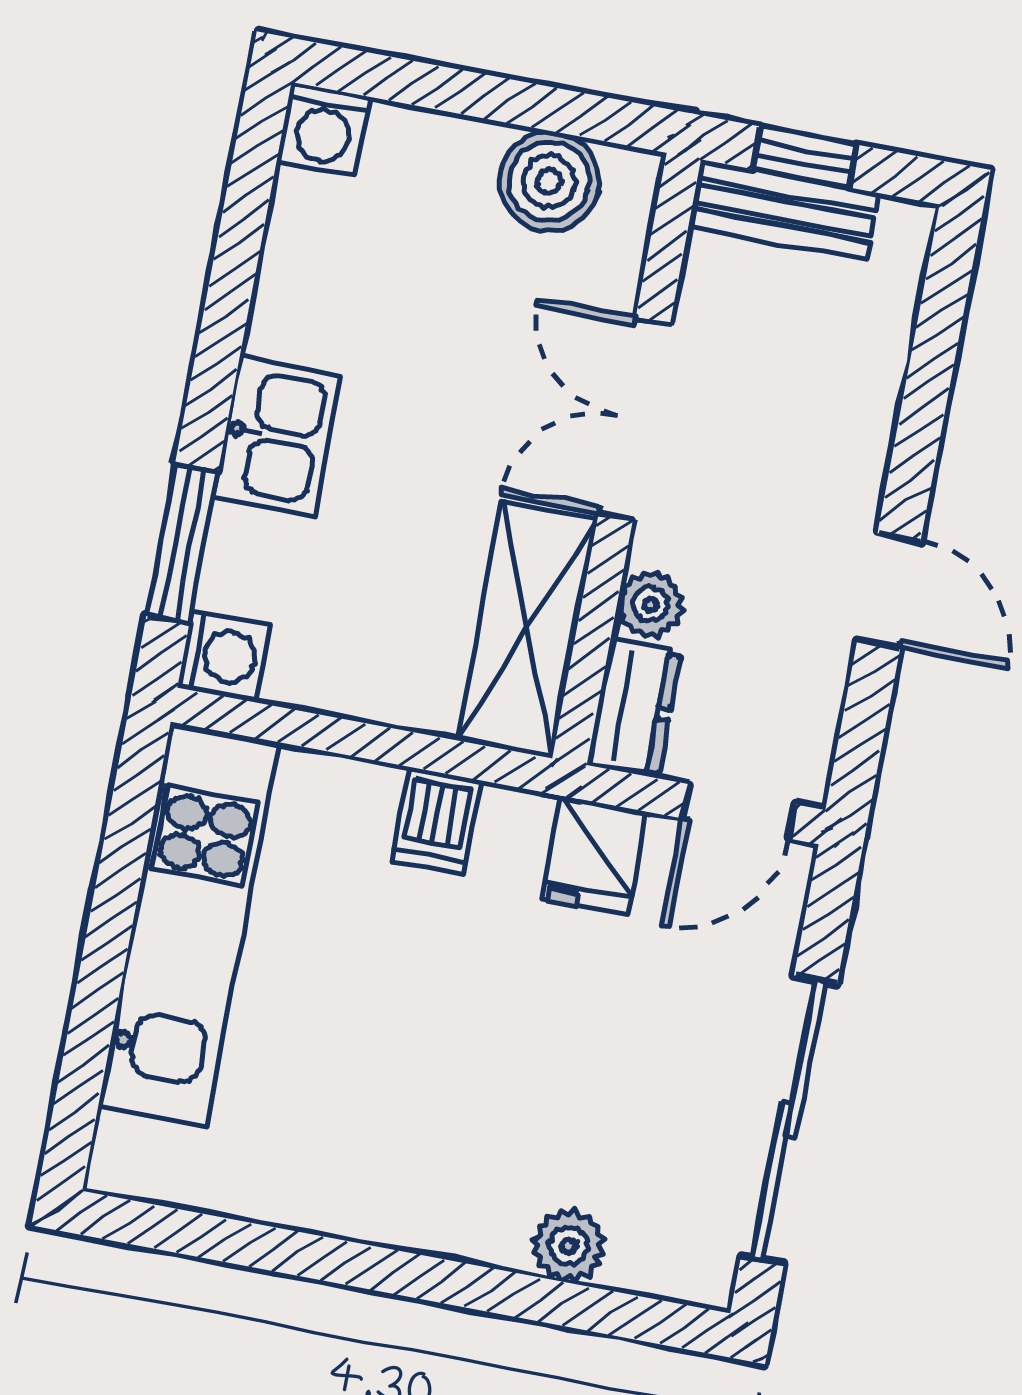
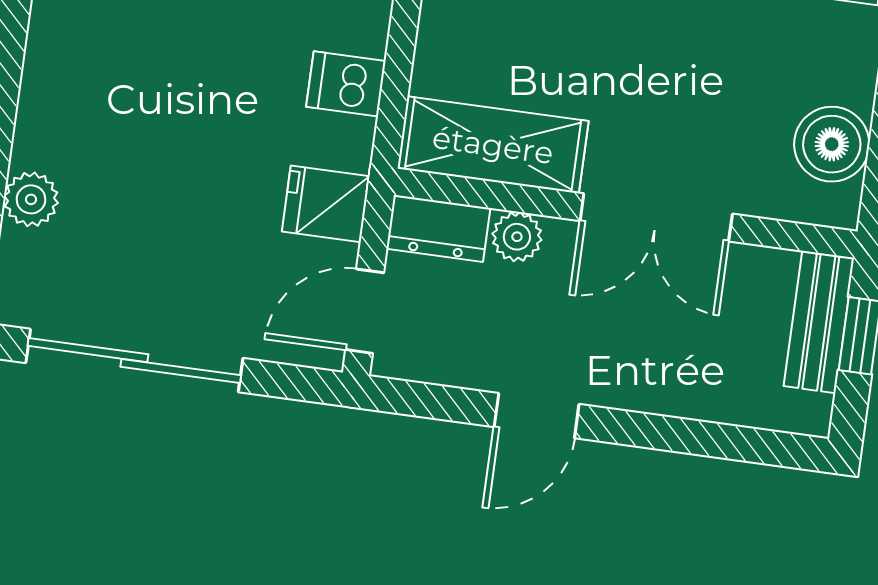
double door: (634, 419) -> (656, 217), swing flipped
door: (739, 811) -> (365, 311), hinge flipped

